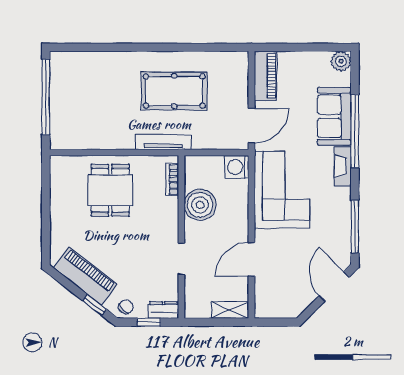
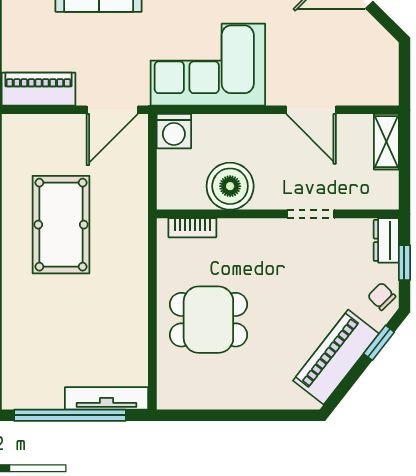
door: (252, 126) -> (112, 110), swing flipped
tv unit: (163, 142) -> (107, 398), moved, turned 90

